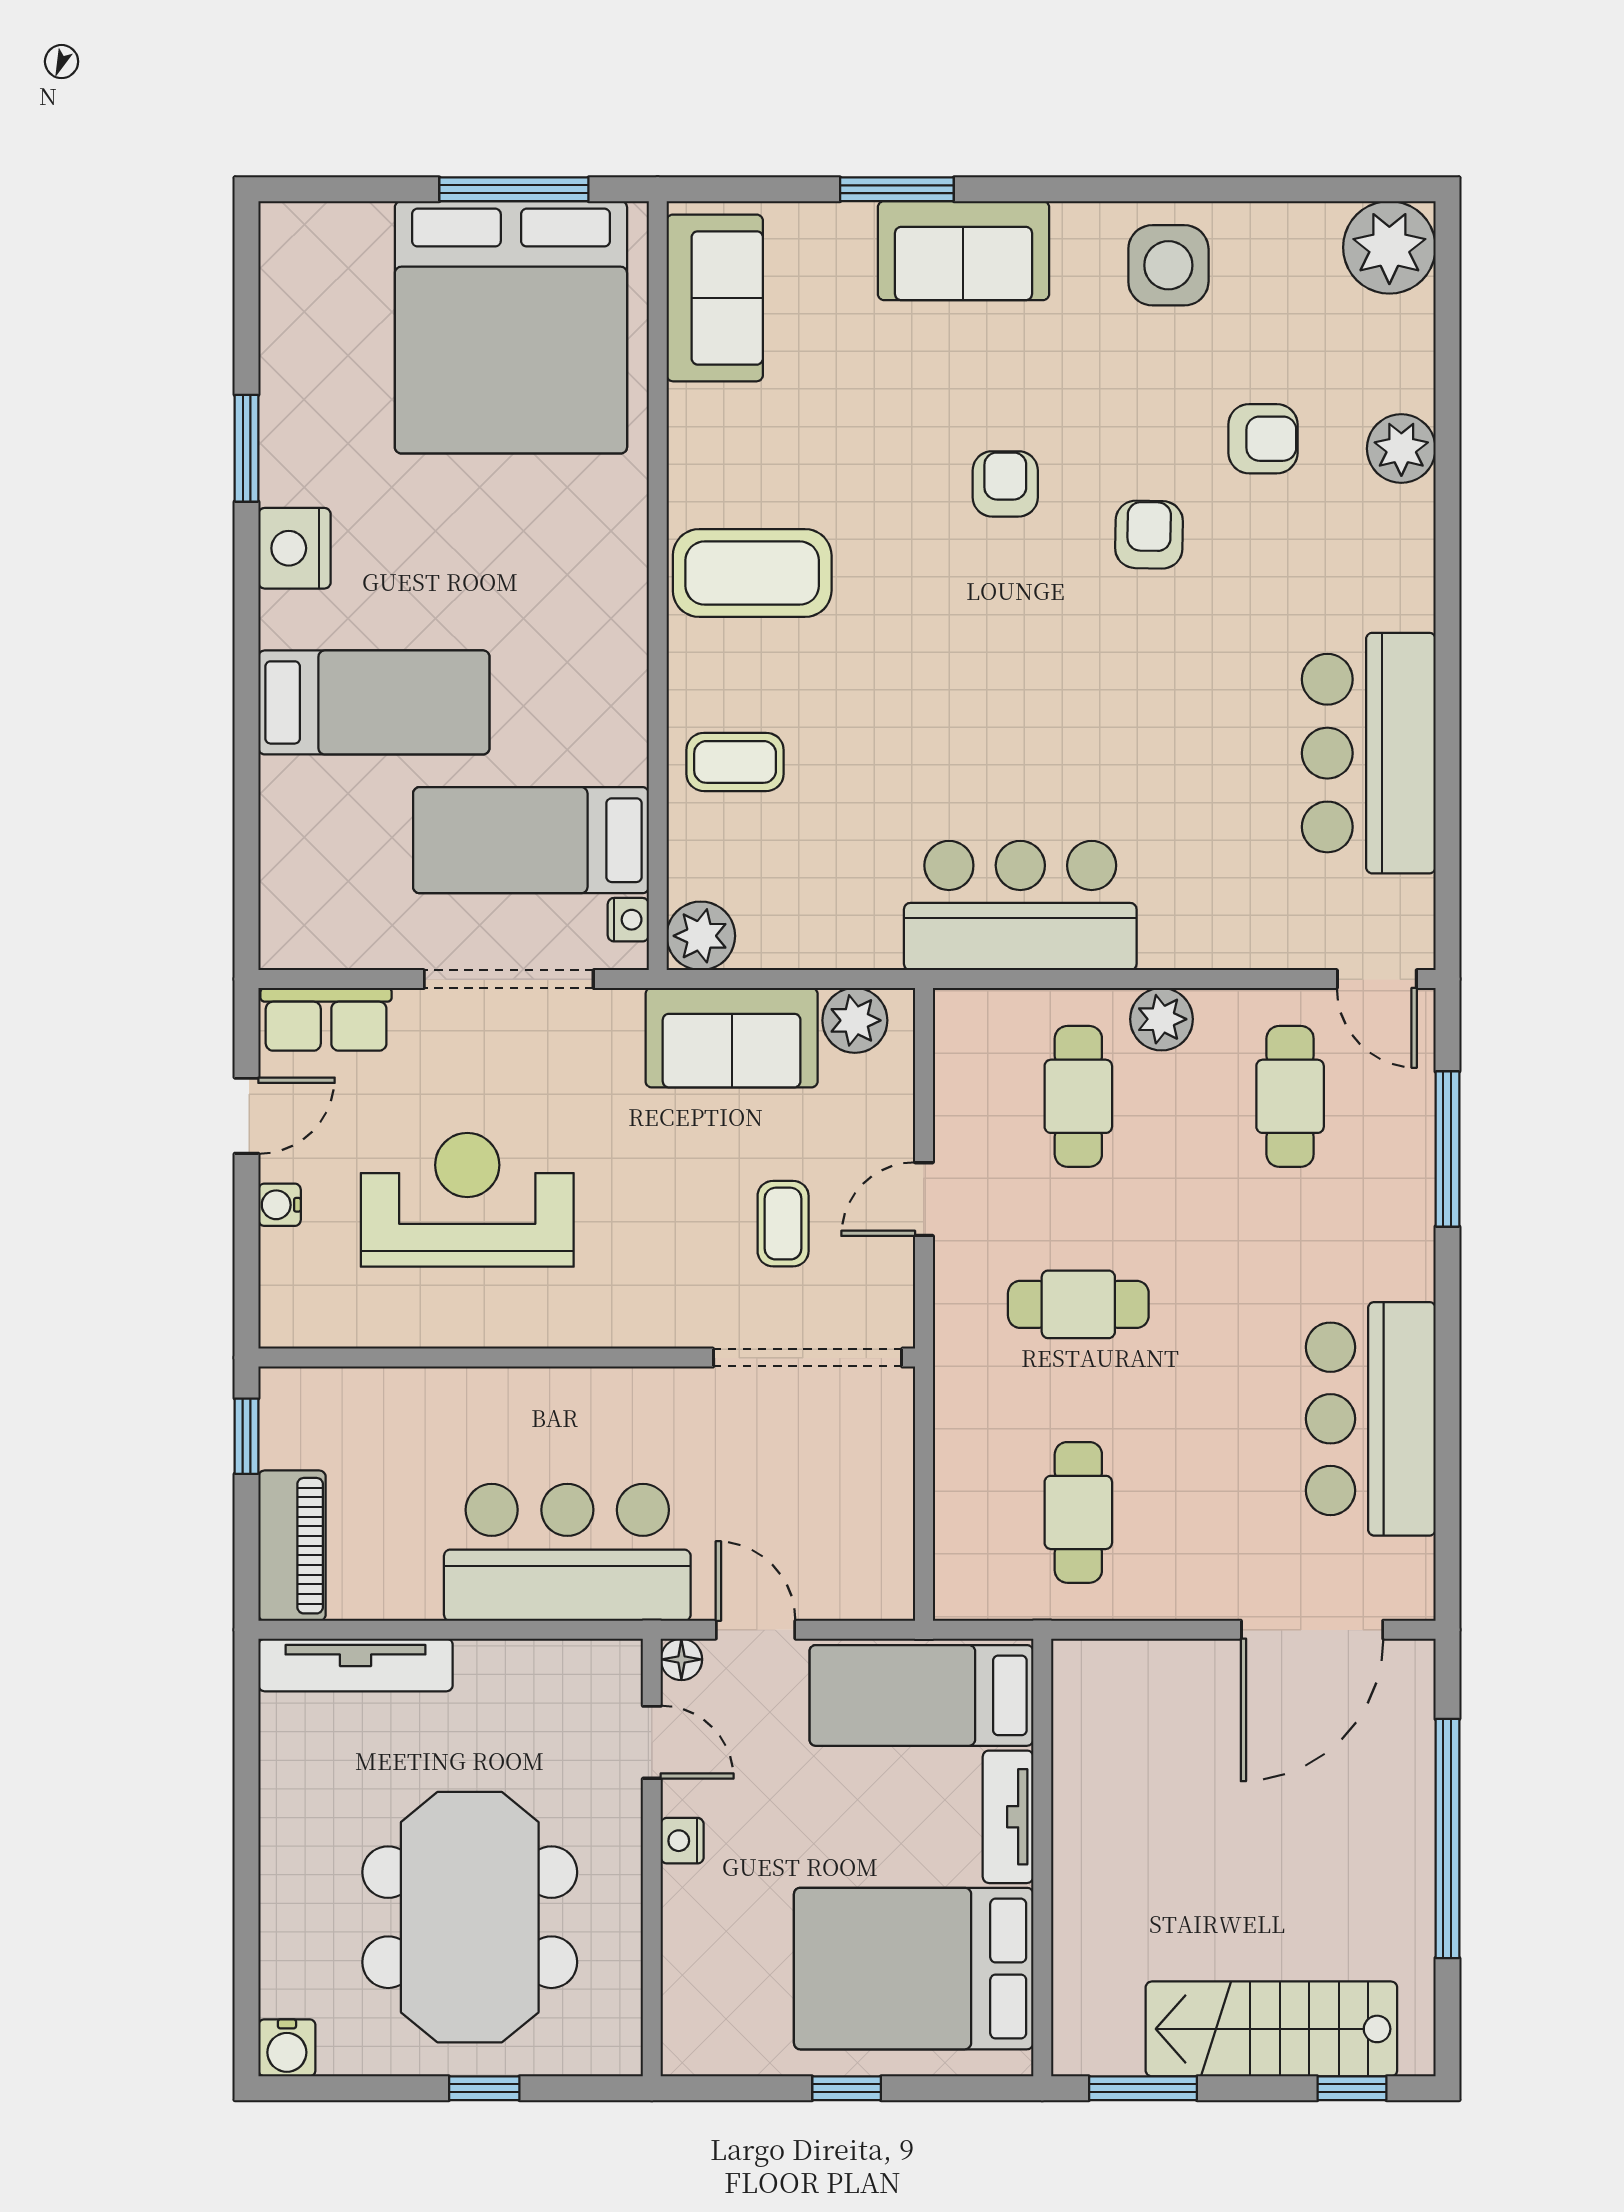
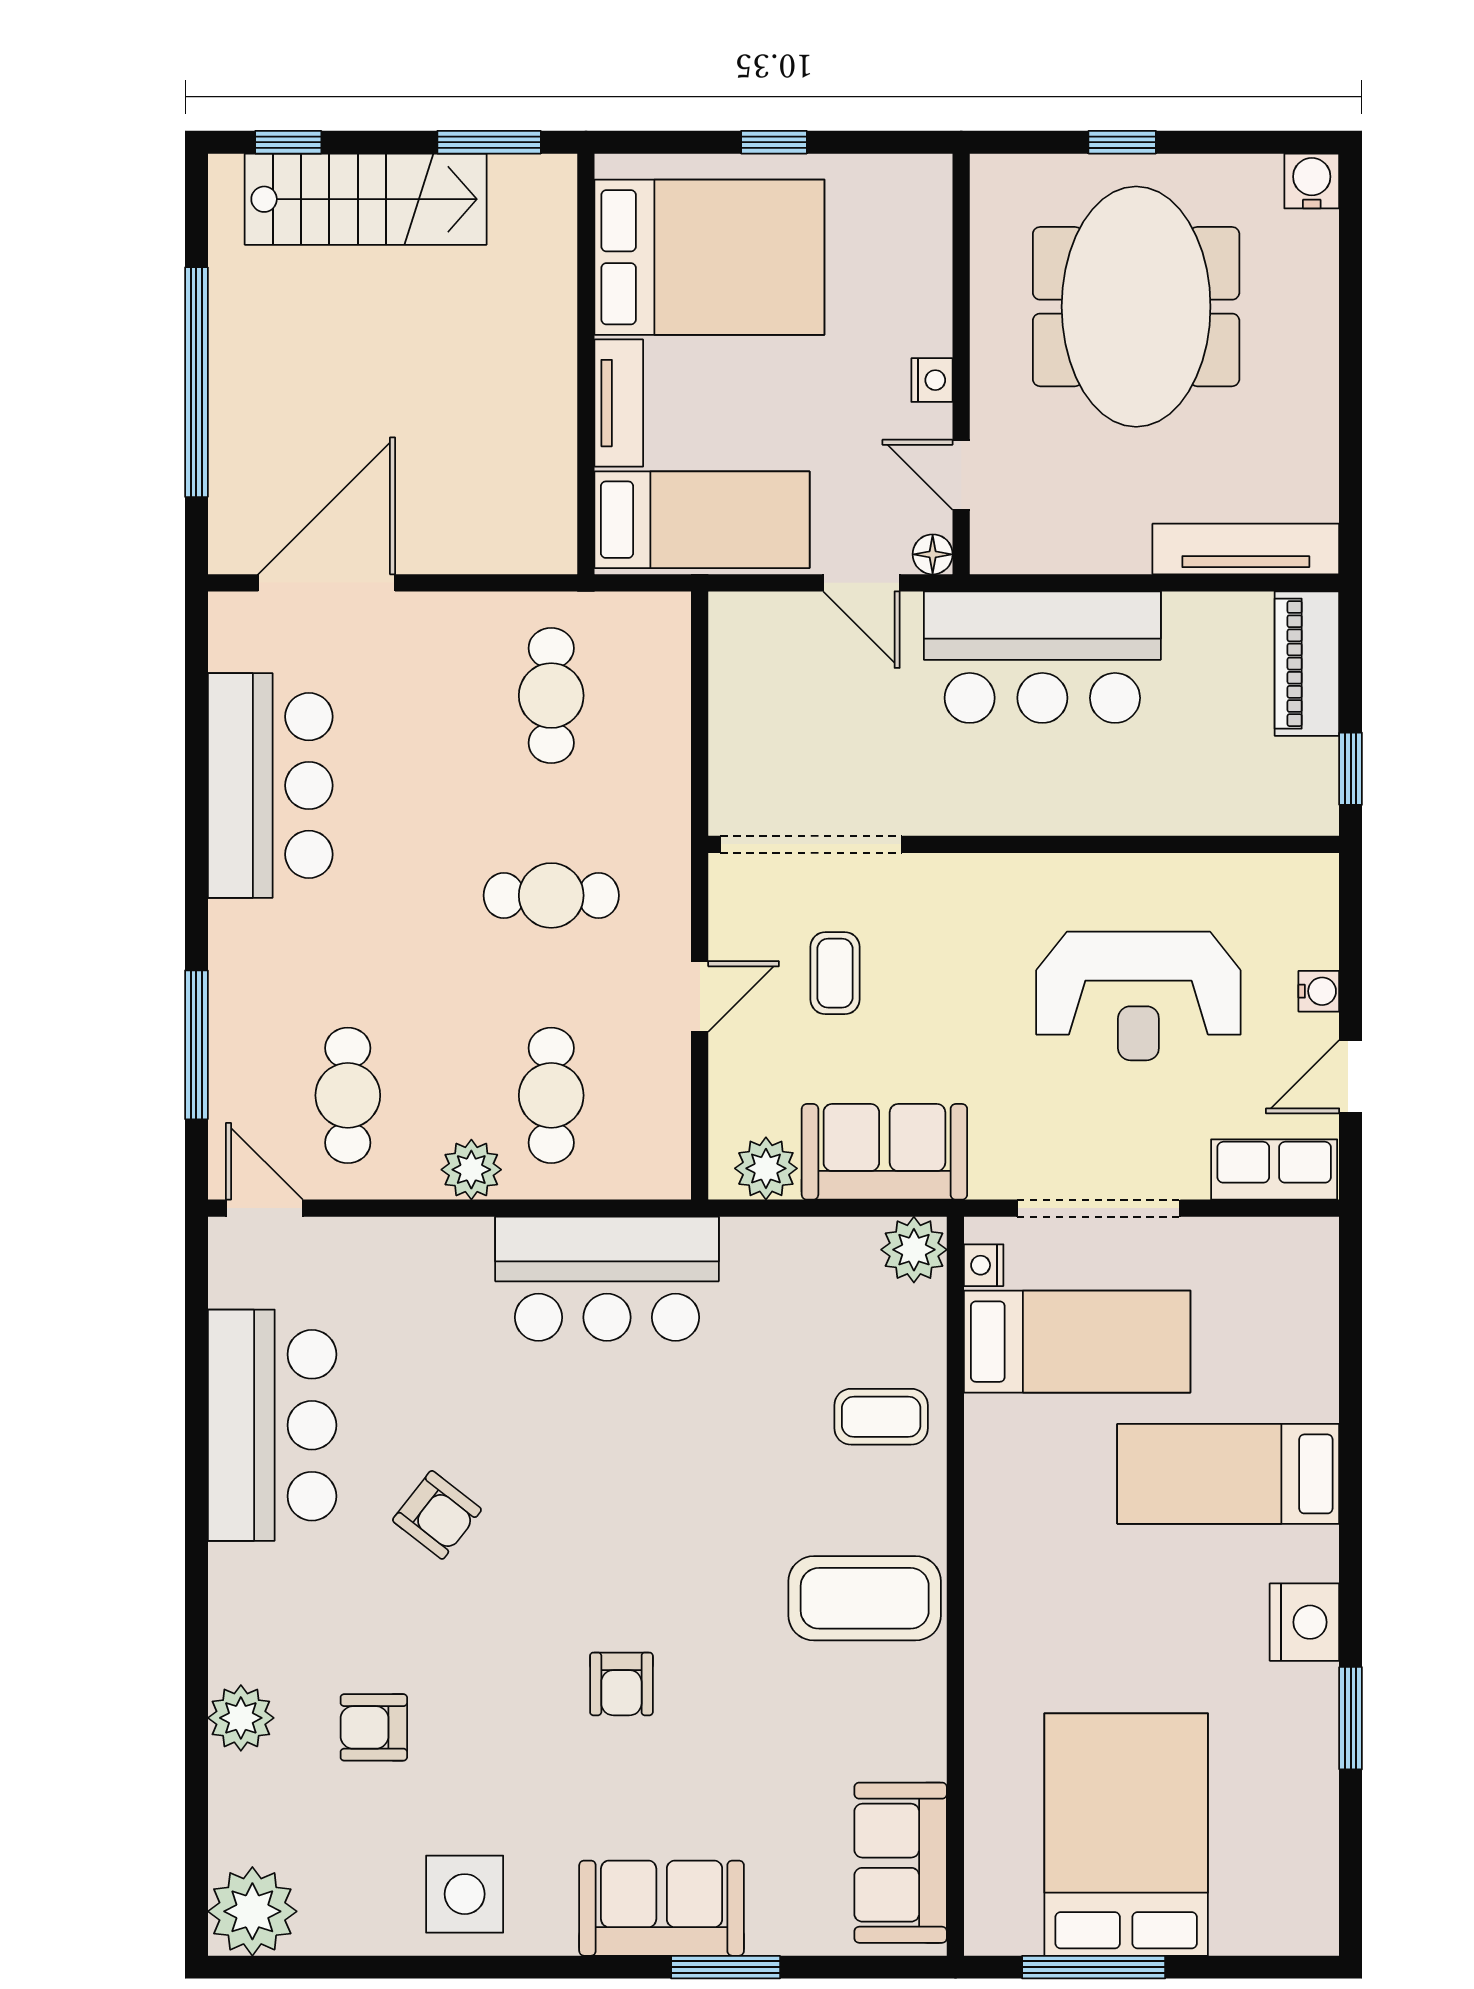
bed: (511, 327) -> (1126, 1835), width x0.73
armchair: (1149, 535) -> (437, 1515), moved, turned -53

